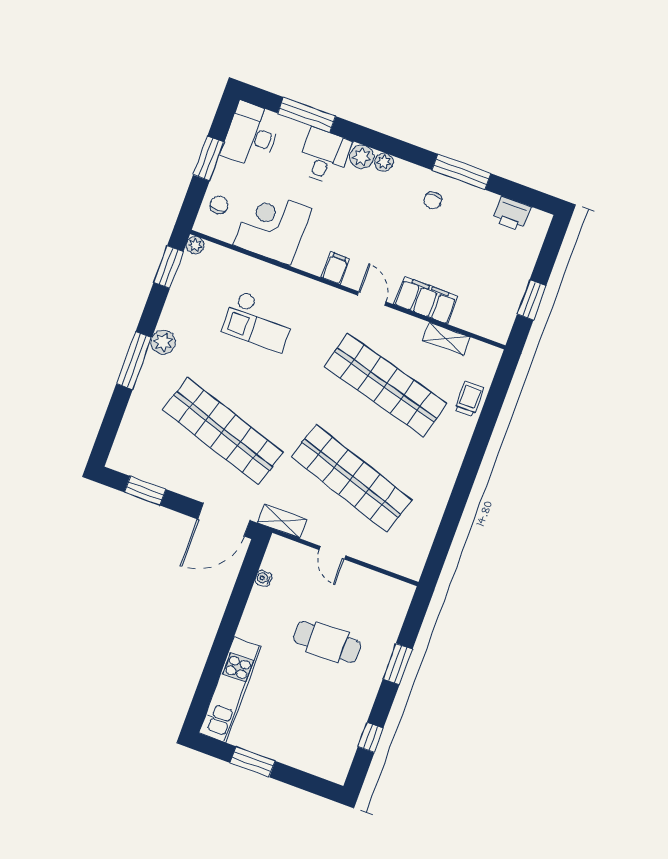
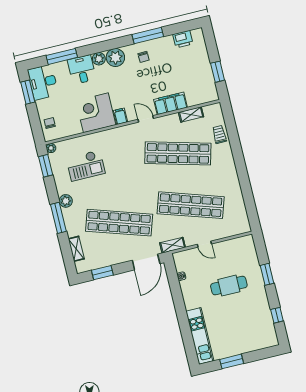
window: (208, 158) -> (28, 92), moved
plant: (384, 162) -> (115, 58), width x1.88, depth x1.88
corner desk: (272, 227) -> (96, 113), moved
checkout: (259, 321) -> (86, 166), moved
shelving: (130, 427) -> (76, 249), added

